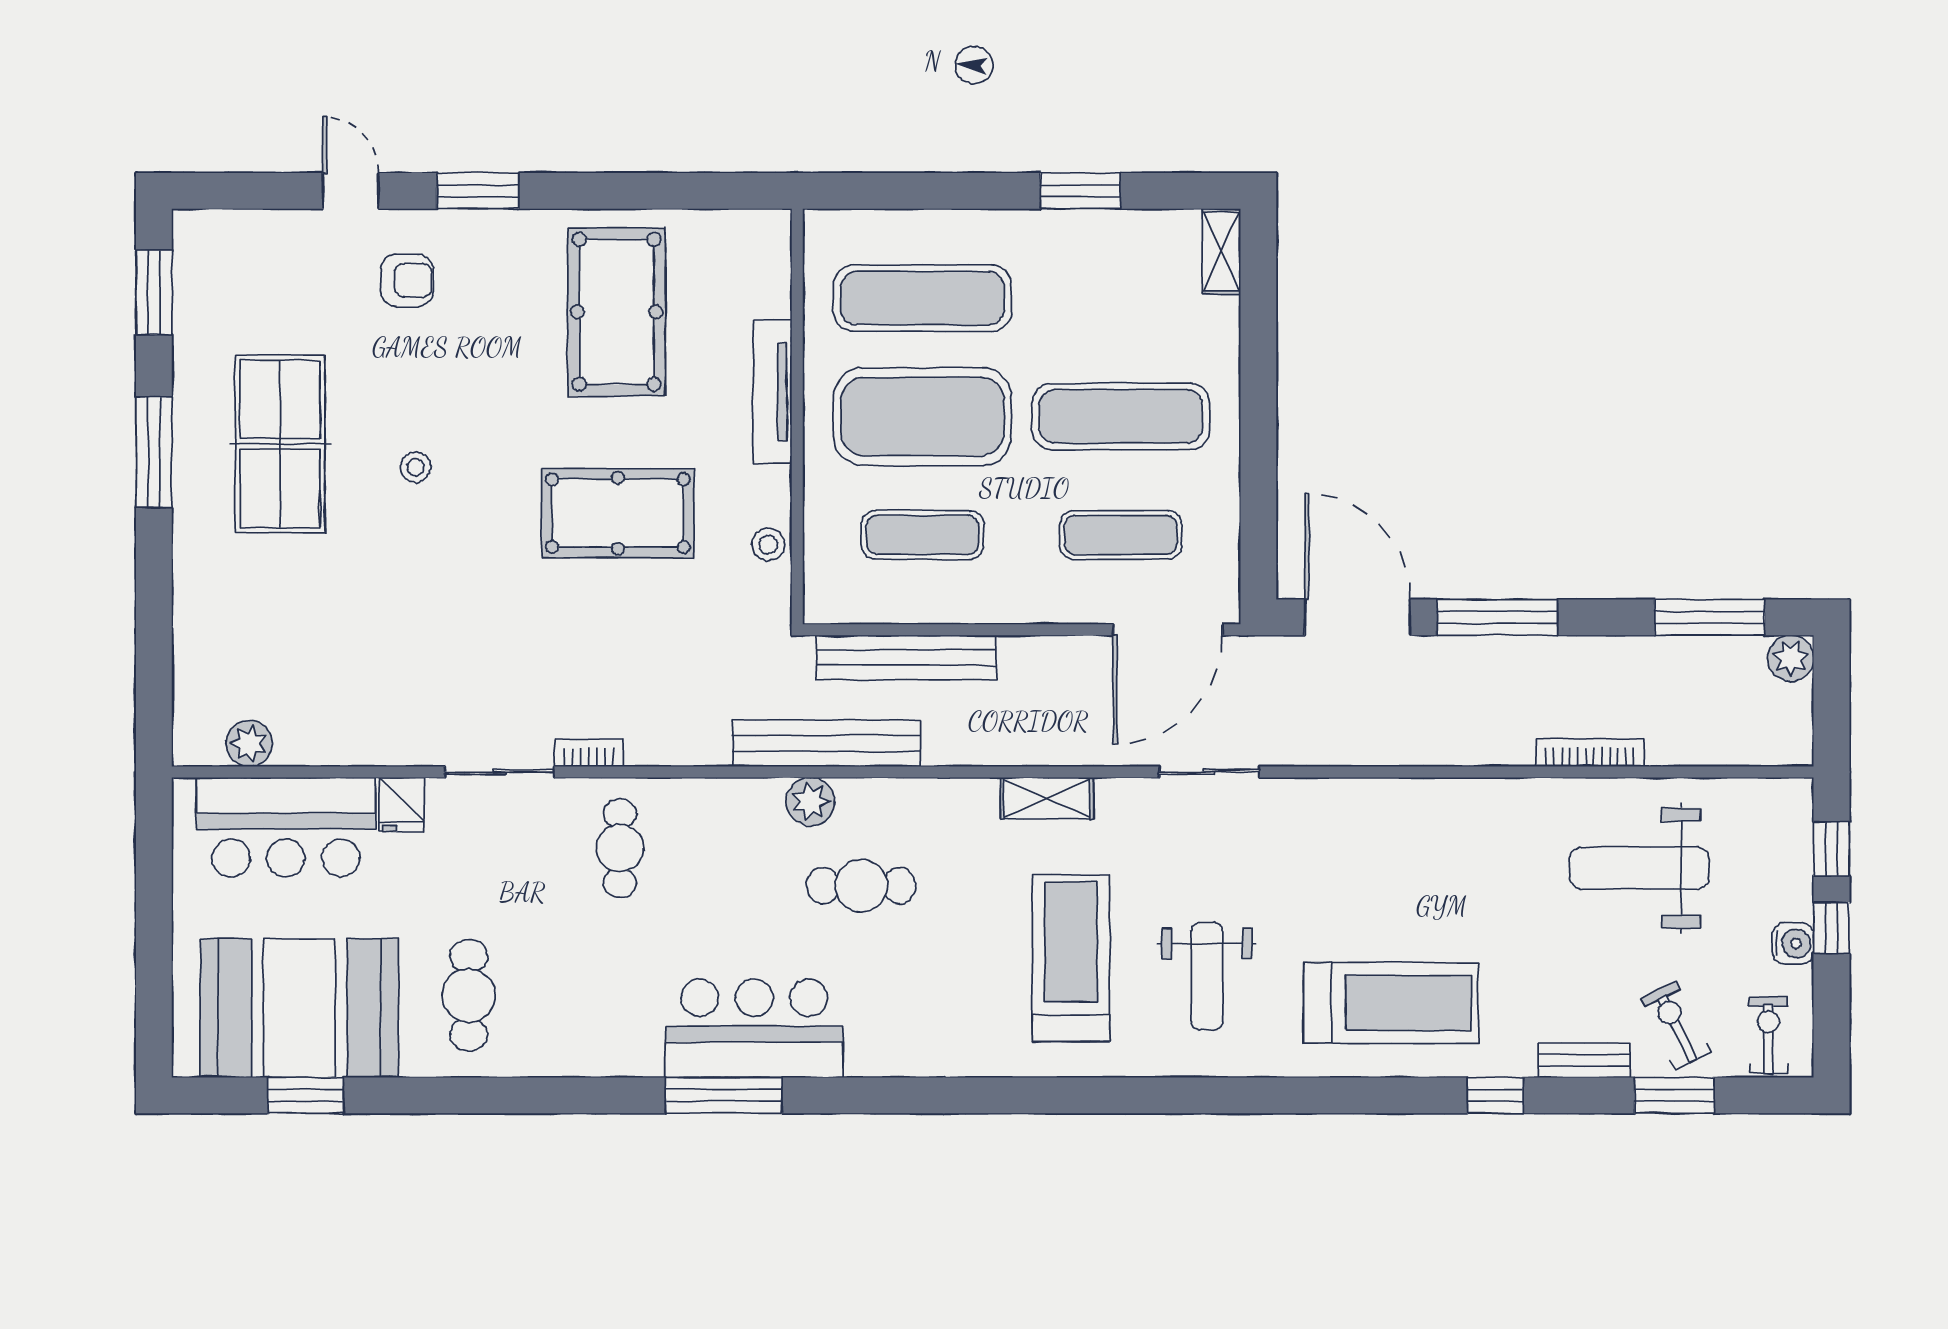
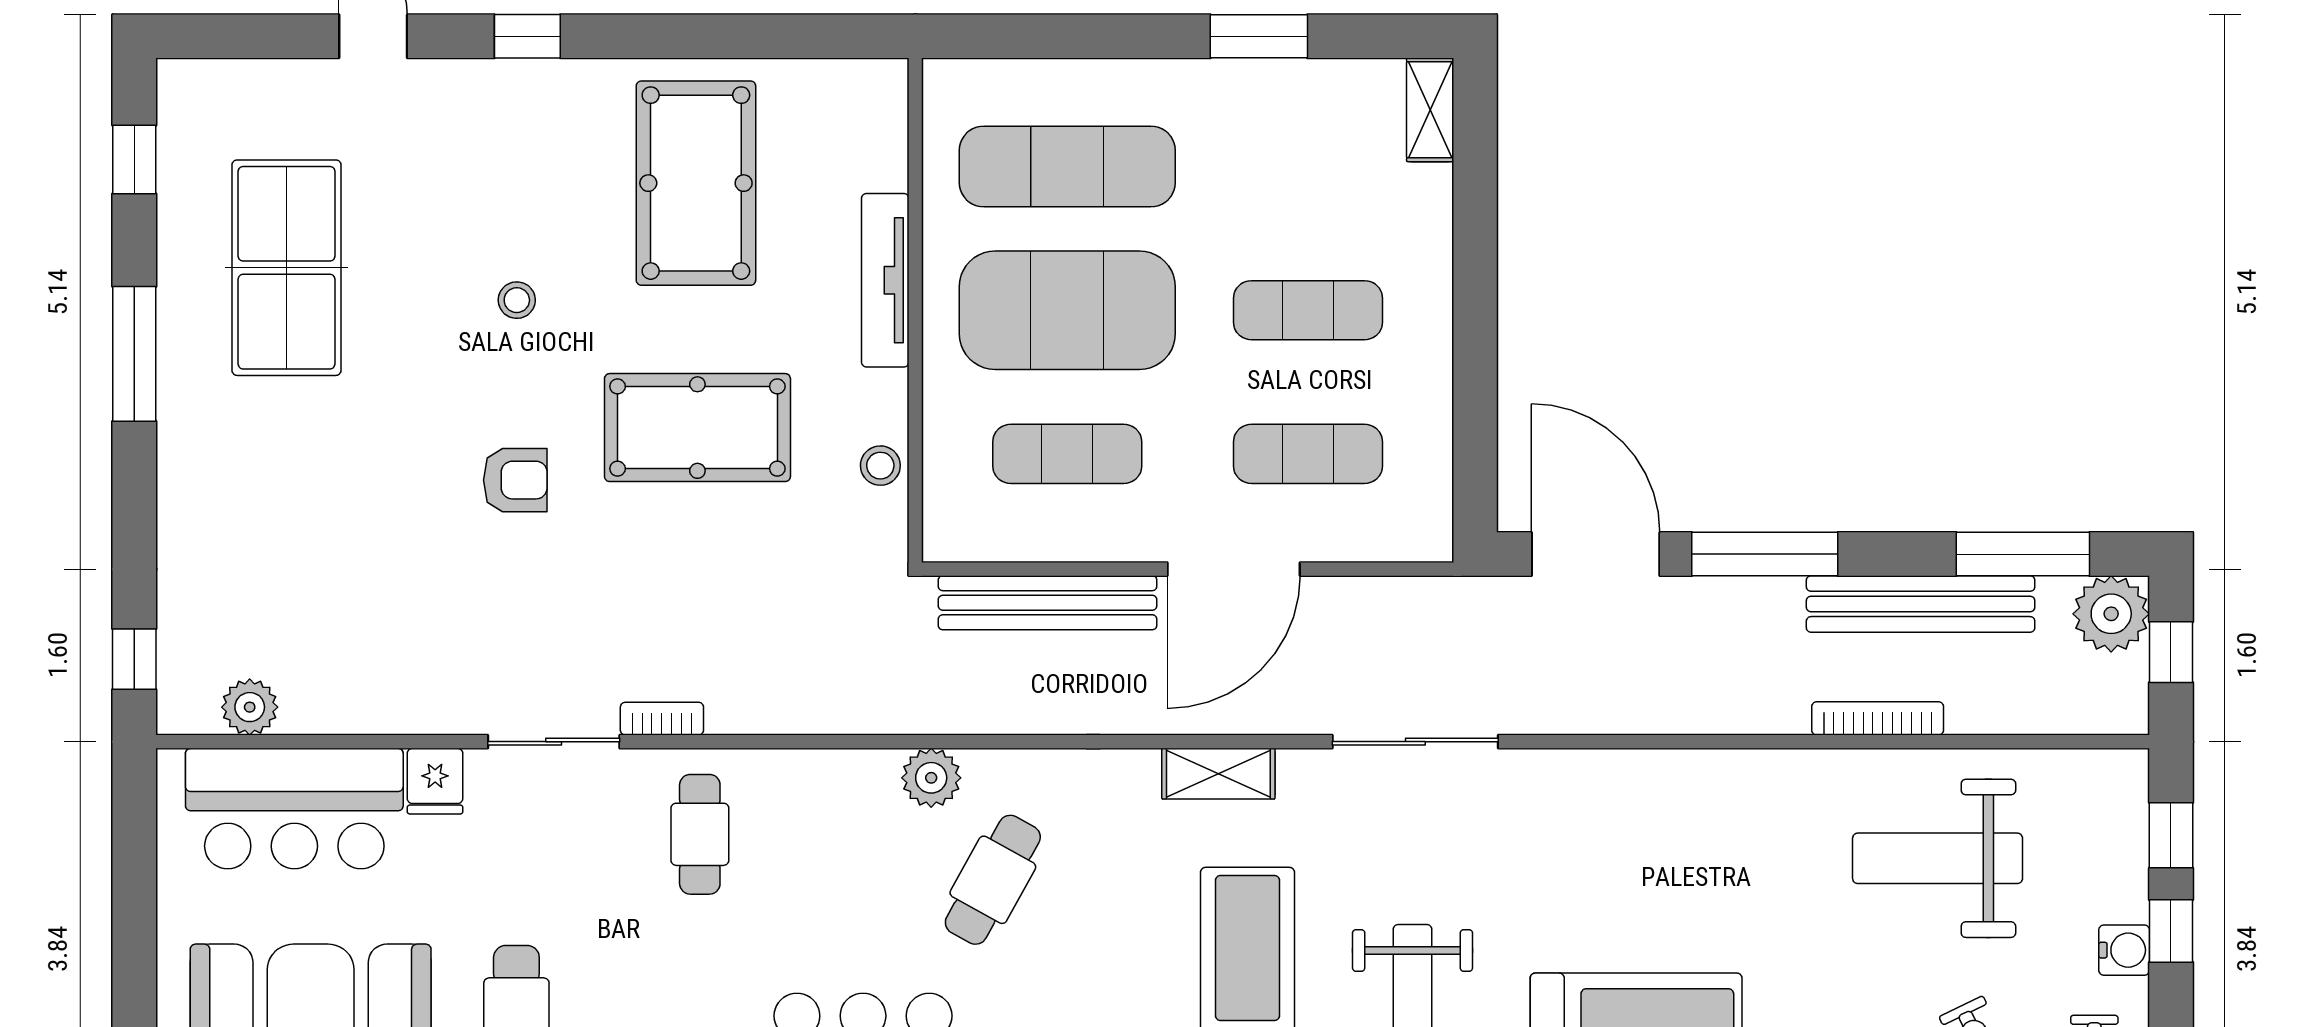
window: (478, 191) -> (527, 36), width x0.67
armchair: (407, 280) -> (515, 480), moved
window: (154, 292) -> (134, 160), width x0.67
exercise mat: (1121, 417) -> (1308, 310), width x0.73, depth x0.69
table tennis table: (280, 444) -> (287, 268), moved
stool: (416, 467) -> (517, 300), moved
door: (1168, 630) -> (1234, 569), moved
plant: (1791, 658) -> (2111, 614), width x1.36, depth x1.36
window: (1832, 698) -> (2171, 652), added
window: (154, 704) -> (134, 659), added
bench: (826, 743) -> (1921, 604), moved
sliding door: (1209, 772) -> (1415, 742), width x1.37
cafe table: (861, 886) -> (993, 880), turned -61

